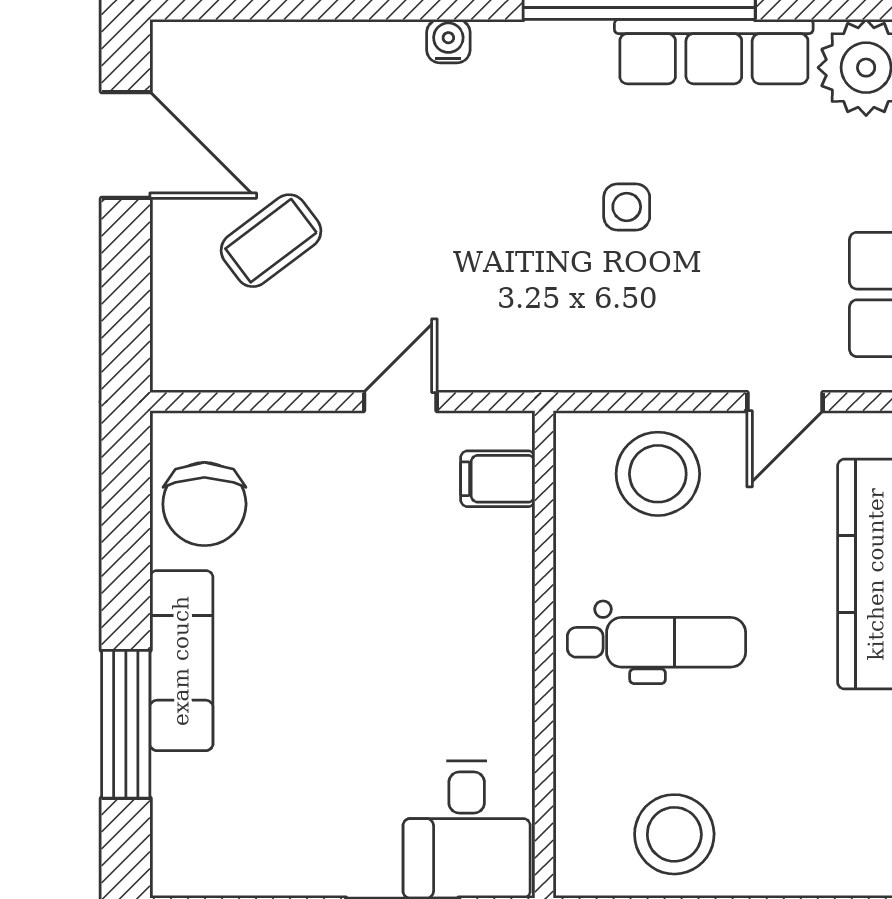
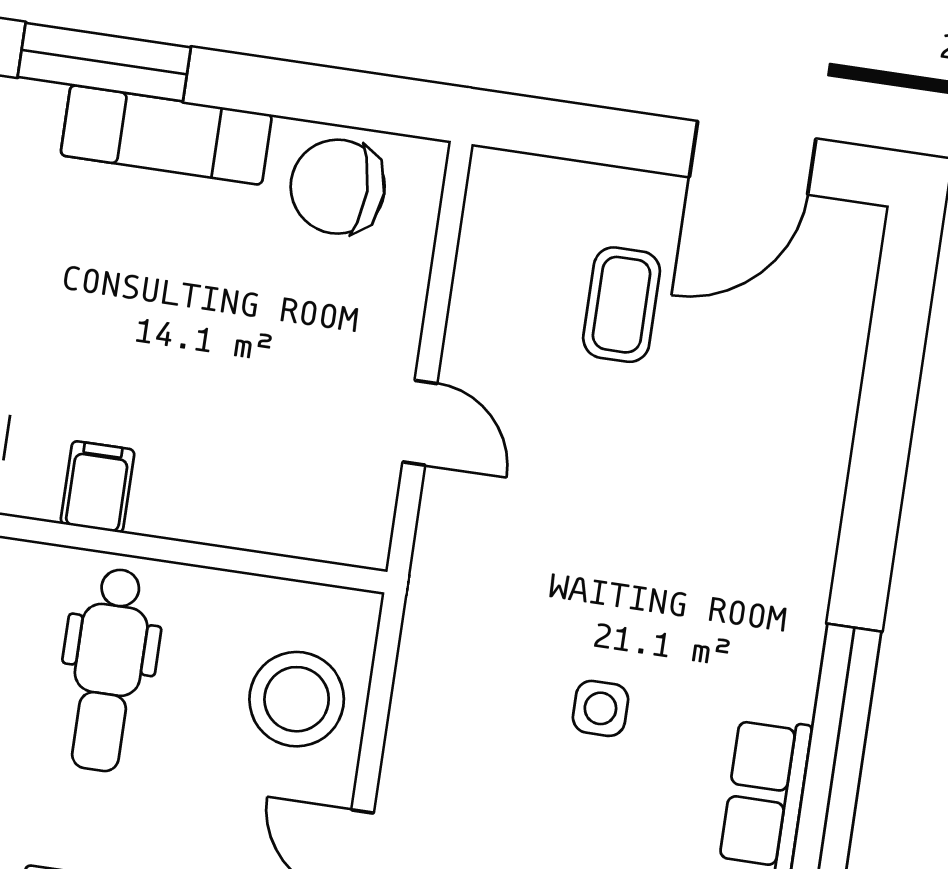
water cooler: (448, 41) -> (816, 536), removed
coffee table: (271, 241) -> (622, 305), turned 37
filing cabinet: (498, 479) -> (98, 487), moved

